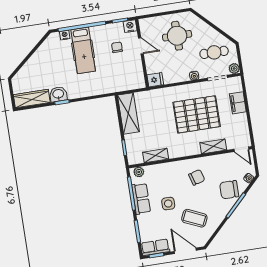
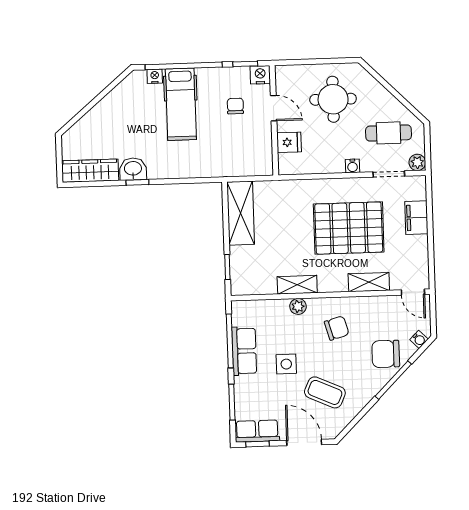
fridge: (155, 80) -> (289, 142), moved
shelving: (156, 156) -> (297, 285), moved
plant: (139, 172) -> (298, 306), moved

